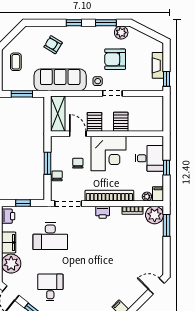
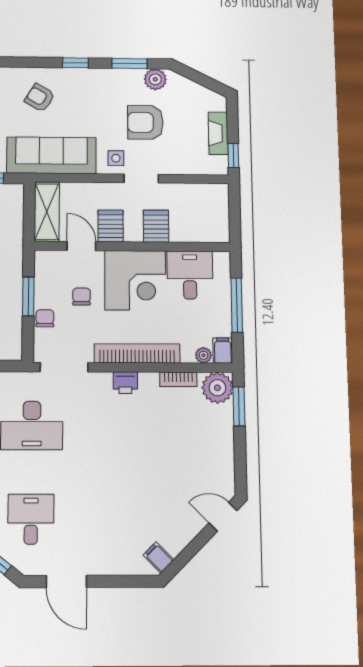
desk: (149, 158) -> (190, 275), moved, turned -90
window: (166, 168) -> (237, 305), width x2.17

